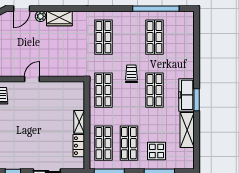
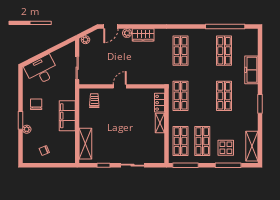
trolley: (131, 74) -> (204, 82), removed
freezer: (187, 95) -> (251, 70), moved
shelving: (187, 130) -> (252, 146), moved
locker: (79, 146) -> (160, 103), moved

